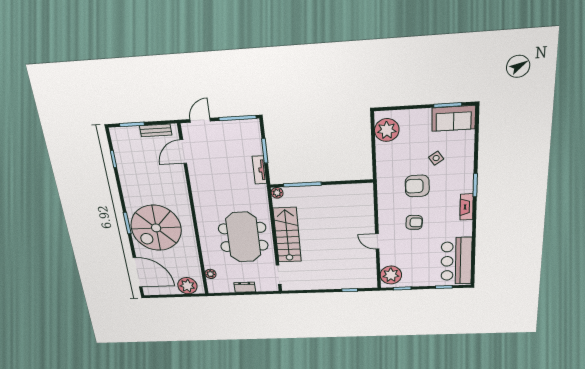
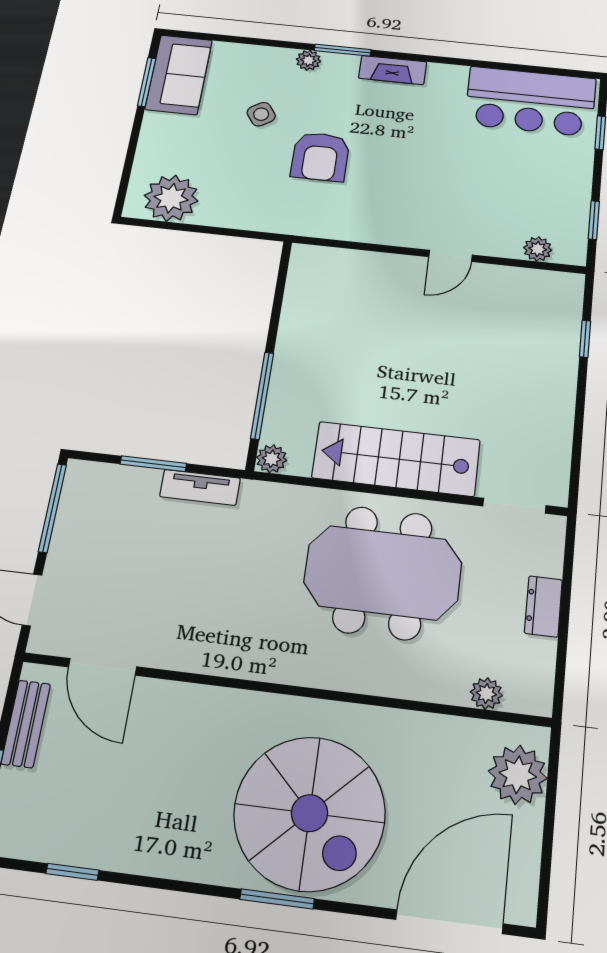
plant: (468, 172) -> (308, 60), added
armchair: (414, 222) -> (413, 173), removed
plant: (391, 275) -> (538, 249), width x0.53, depth x0.53

